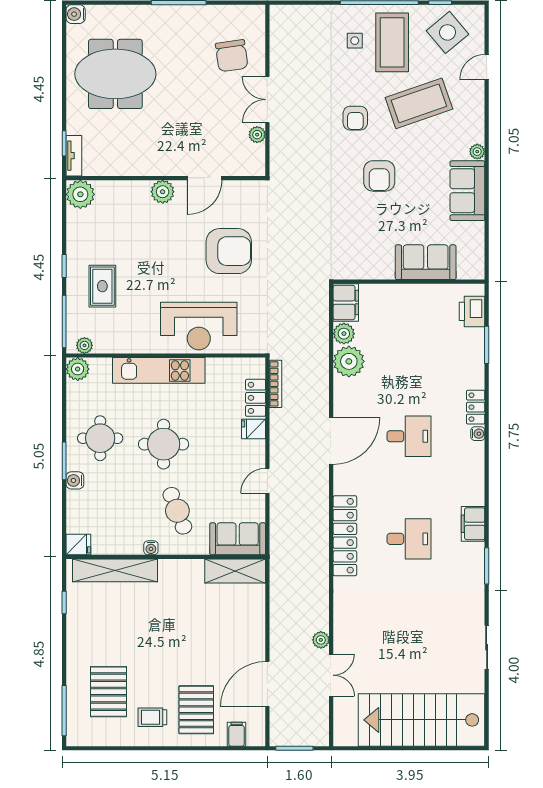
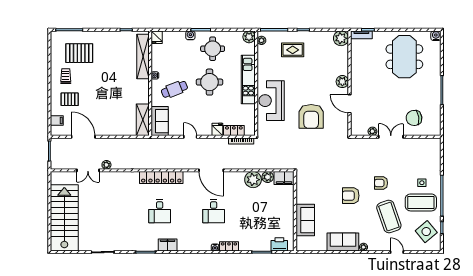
door: (487, 67) -> (397, 252), moved
pallet: (196, 710) -> (70, 99), width x0.67, depth x0.71

